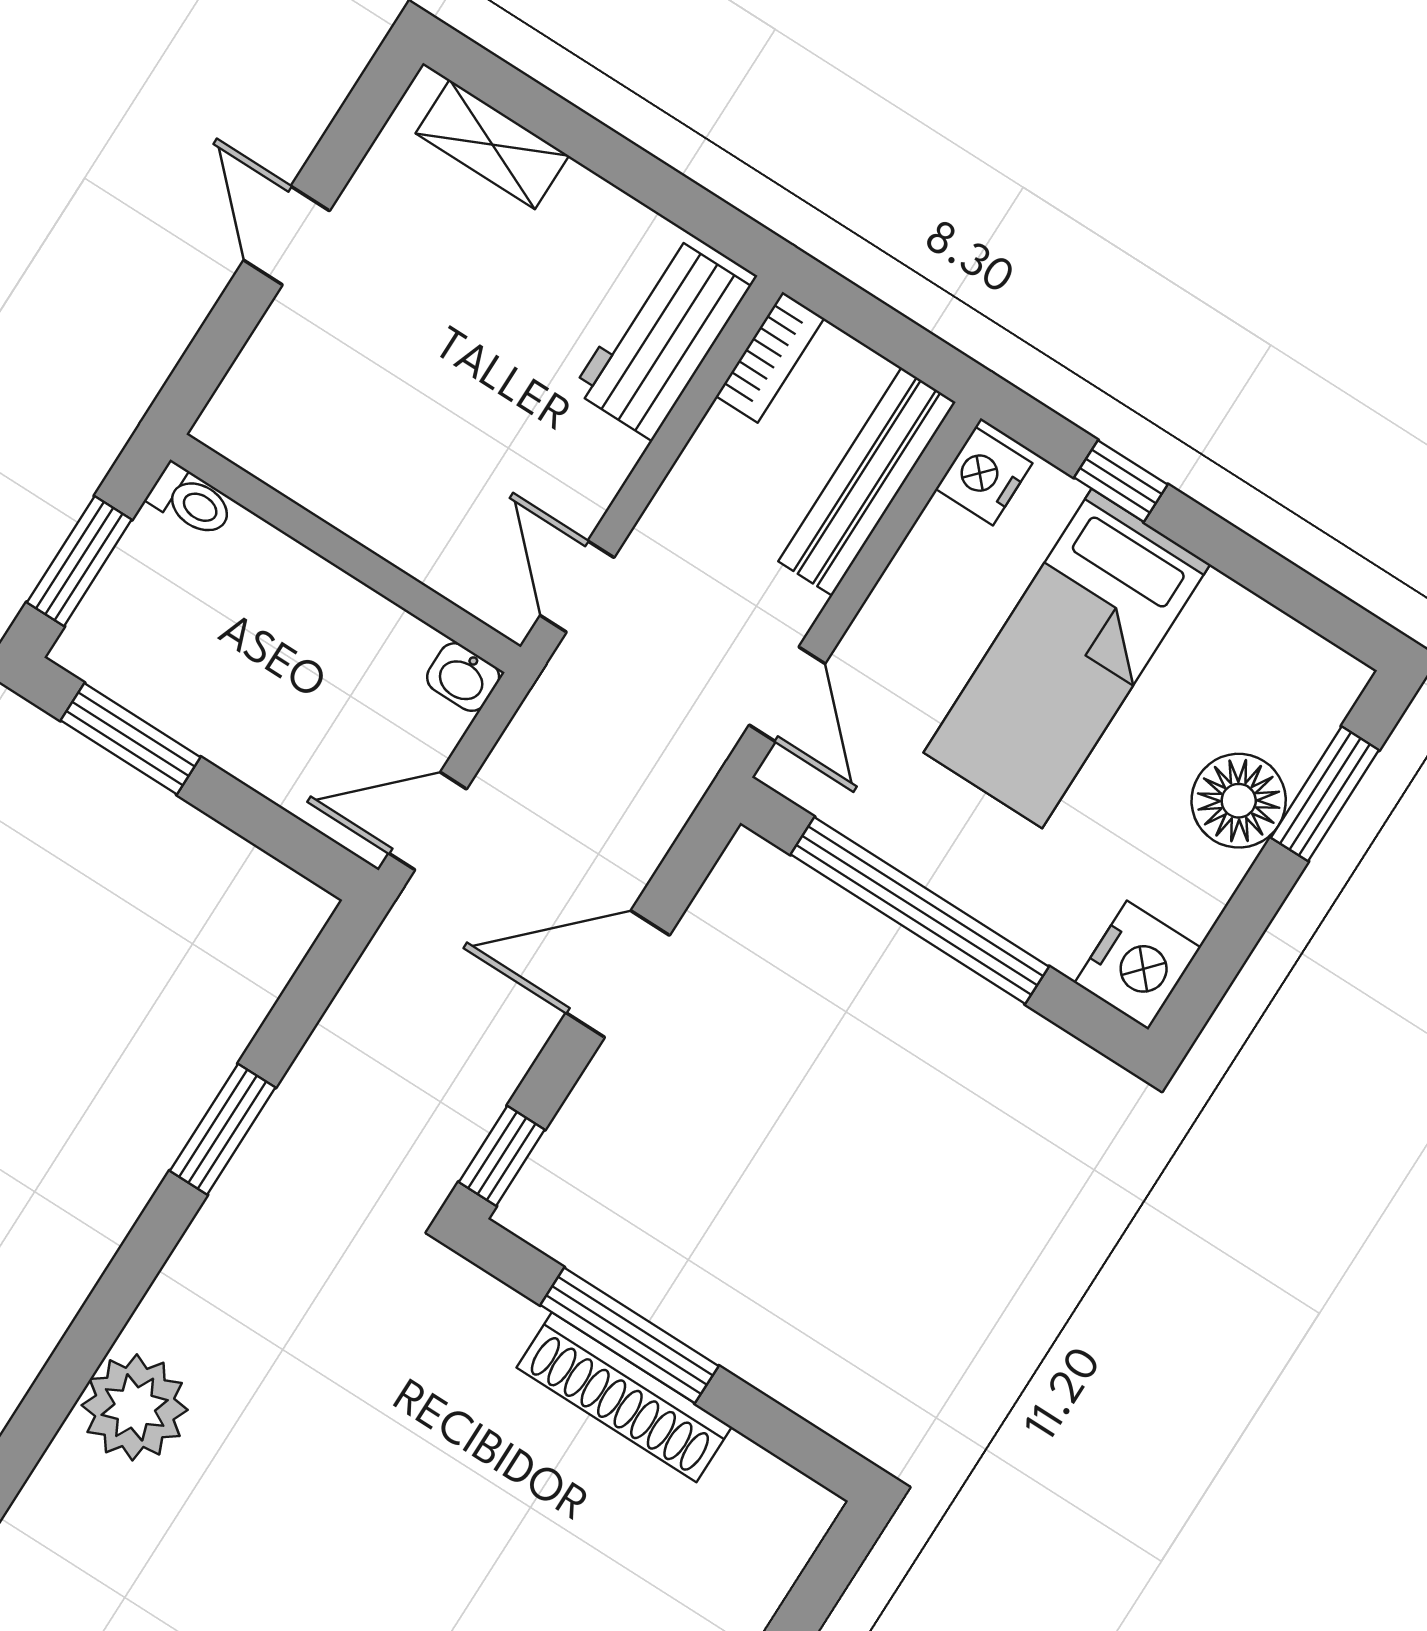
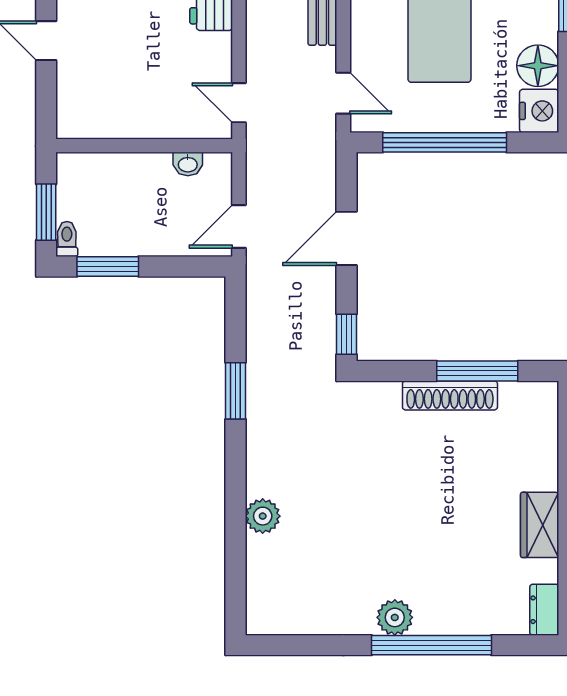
toilet: (191, 501) -> (67, 239), moved, turned -90
washbasin: (463, 677) -> (188, 164), moved
floor lamp: (1239, 801) -> (538, 66), moved
window: (629, 1335) -> (477, 371), moved
plant: (135, 1407) -> (263, 516), width x0.73, depth x0.73

